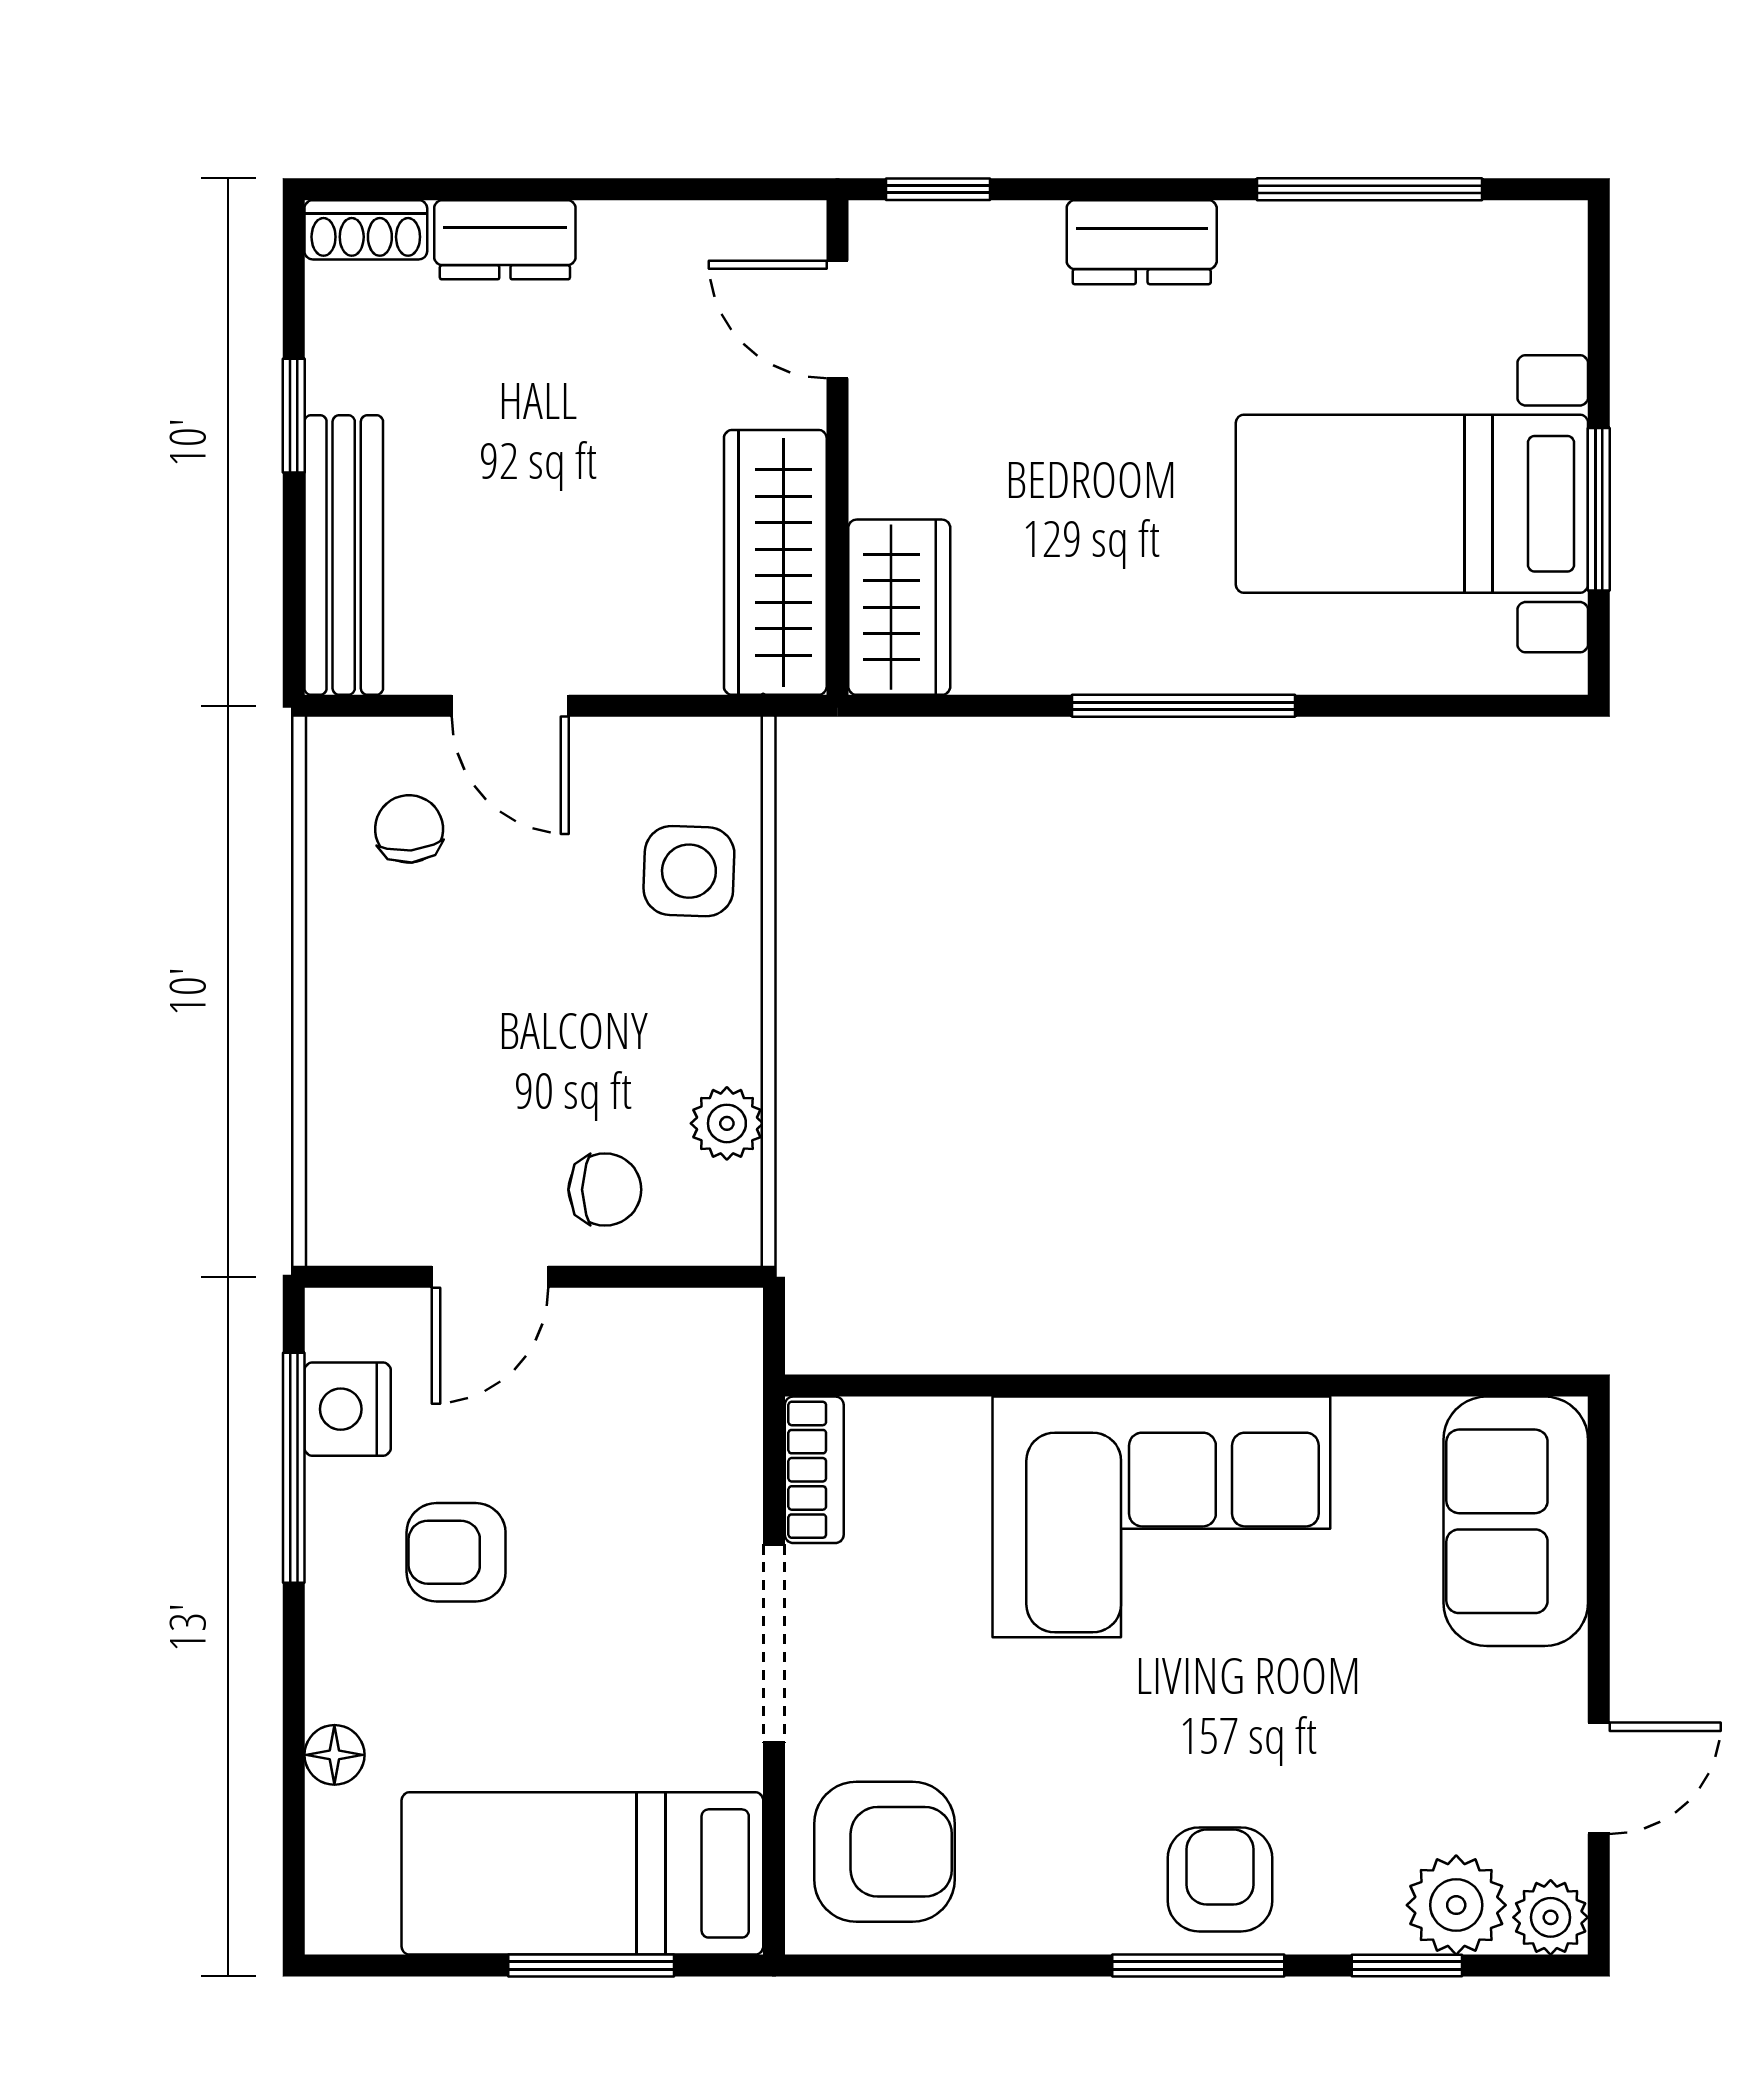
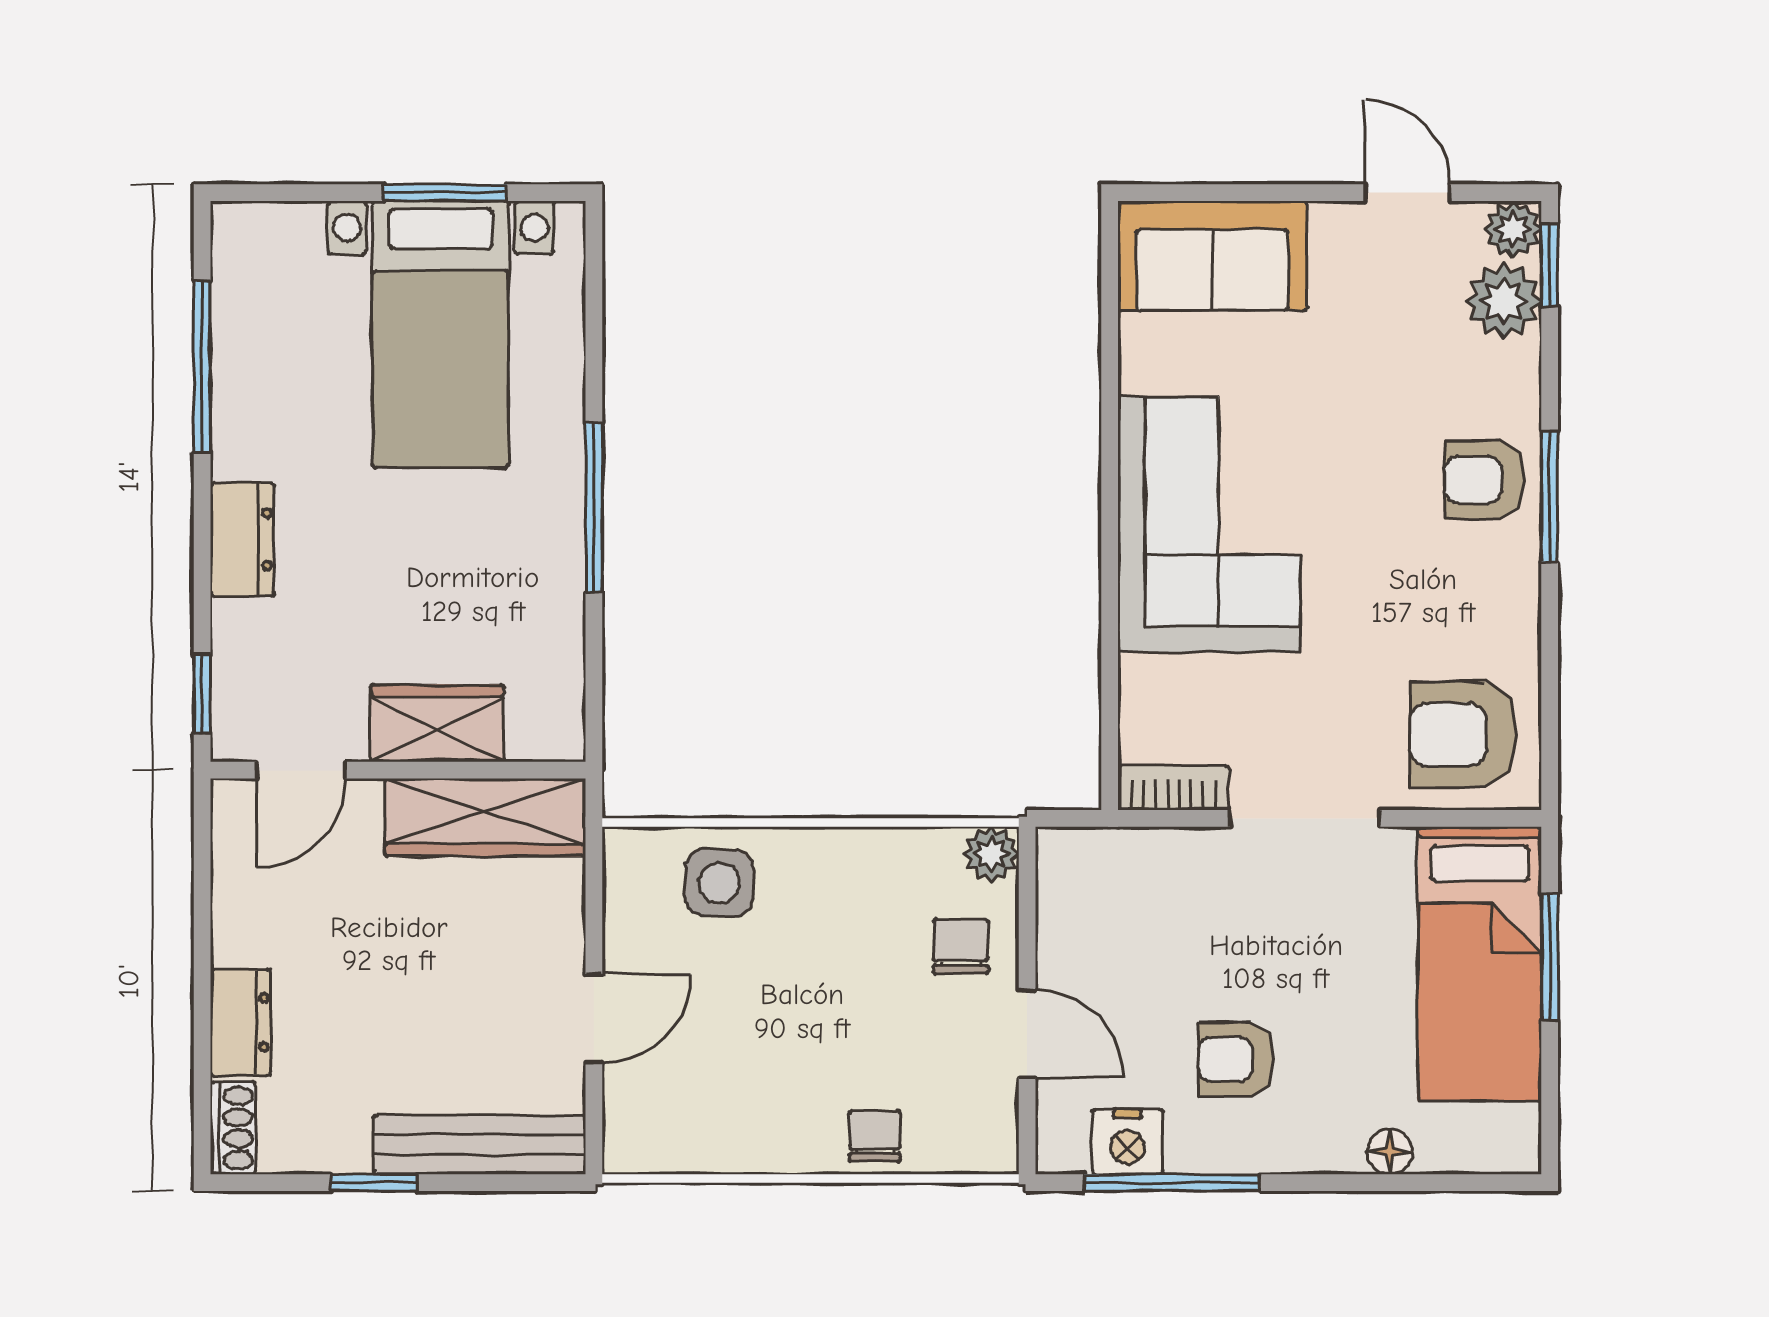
wardrobe: (899, 607) -> (437, 723), moved
chair: (409, 829) -> (875, 1136), moved, turned 95
plant: (727, 1123) -> (991, 854), moved
armchair: (456, 1552) -> (1236, 1059), turned 90
armchair: (884, 1852) -> (1463, 735), turned -90
window: (1407, 1966) -> (1550, 265), moved

